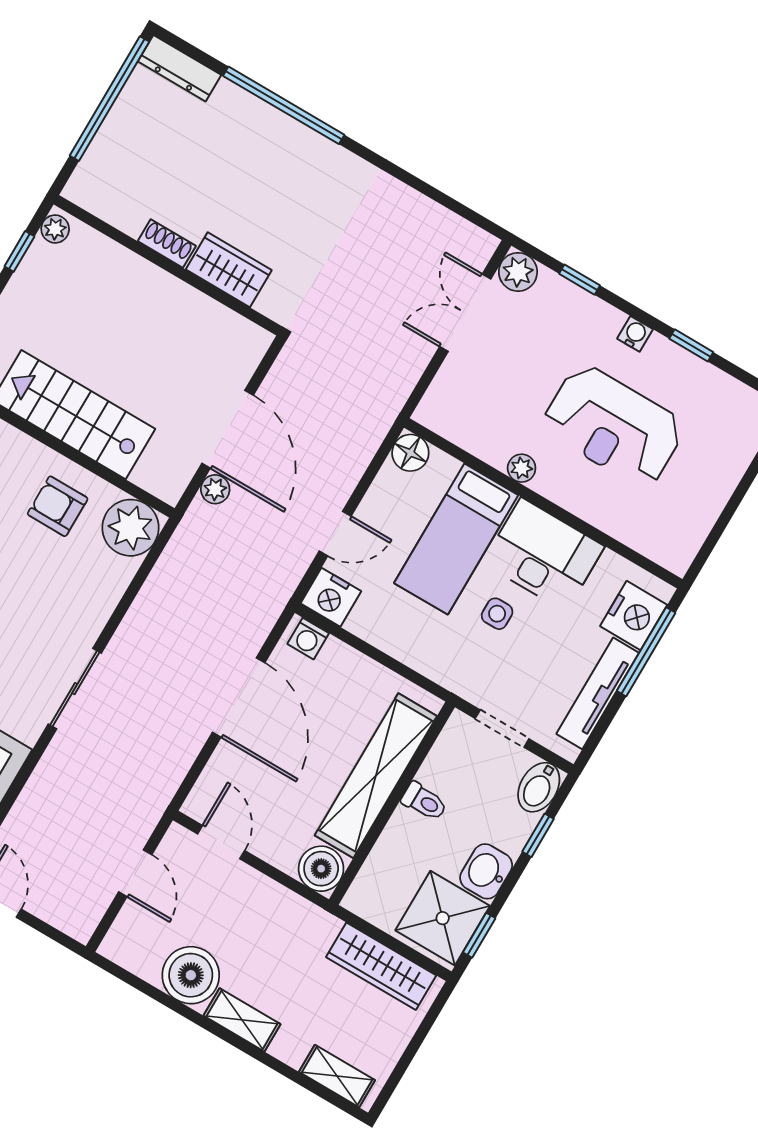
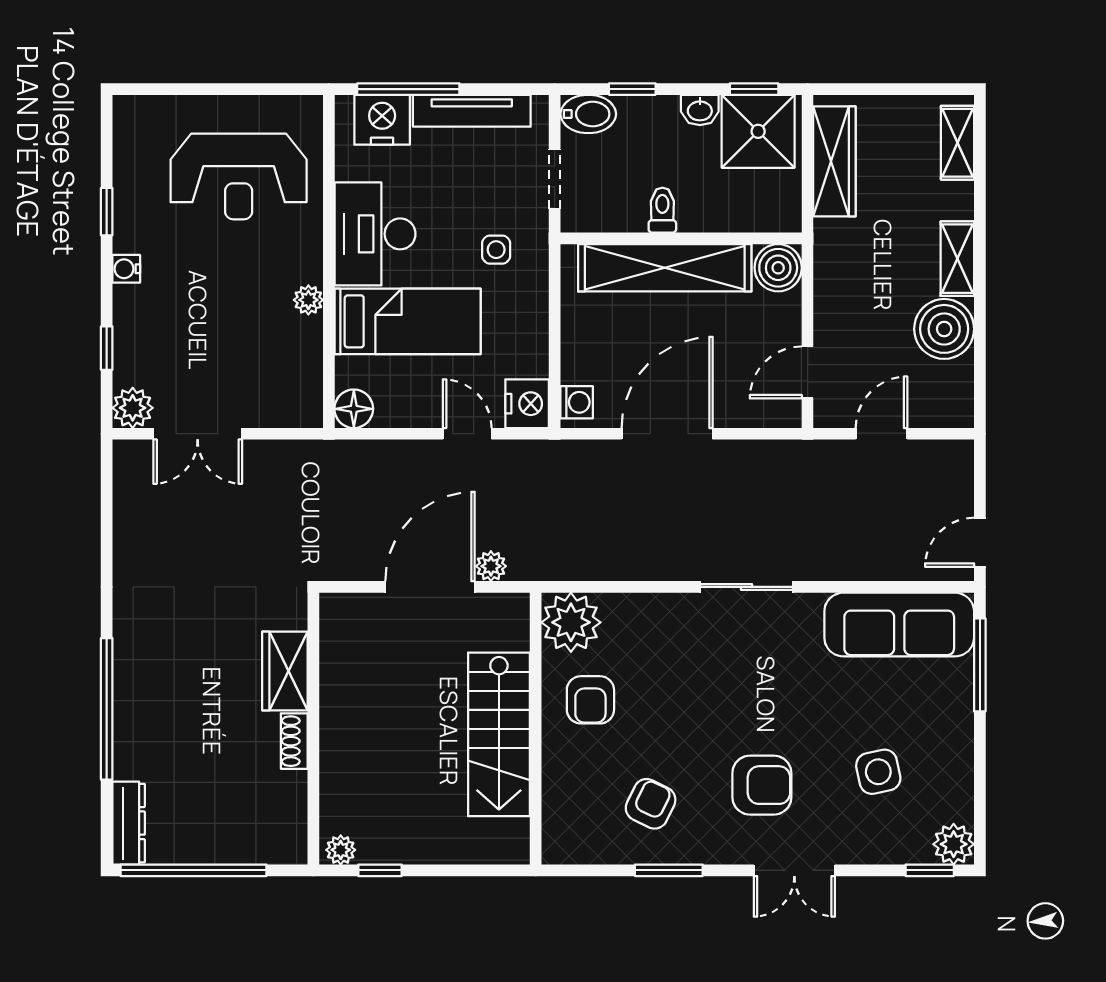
reception desk: (613, 426) -> (239, 176), moved, turned 90
side table: (497, 614) -> (496, 250), moved
washbasin: (486, 871) -> (700, 110), width x0.72, depth x0.69

